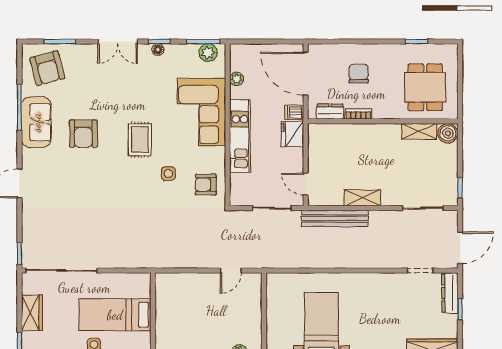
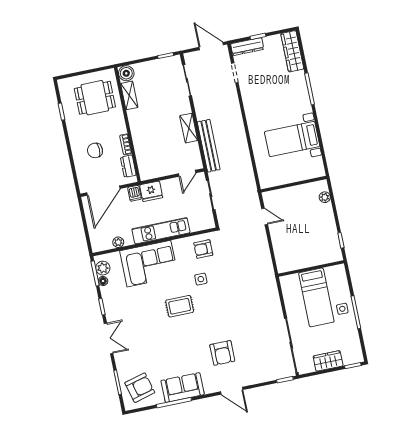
floor lamp: (158, 50) -> (103, 281), moved
armchair: (83, 134) -> (222, 353), moved, turned 90
armchair: (206, 185) -> (203, 249), turned 90

